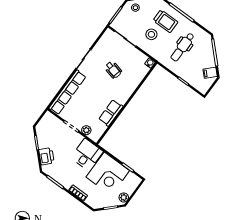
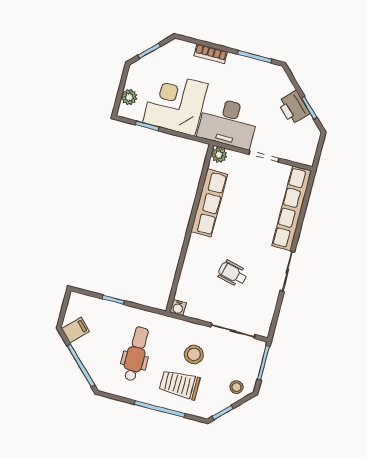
row of seats: (111, 113) -> (209, 203), width x1.48
plant: (86, 130) -> (219, 155), moved
desk: (87, 155) -> (228, 123), width x1.37
printer: (46, 156) -> (294, 108), moved
plant: (124, 197) -> (129, 97), moved

